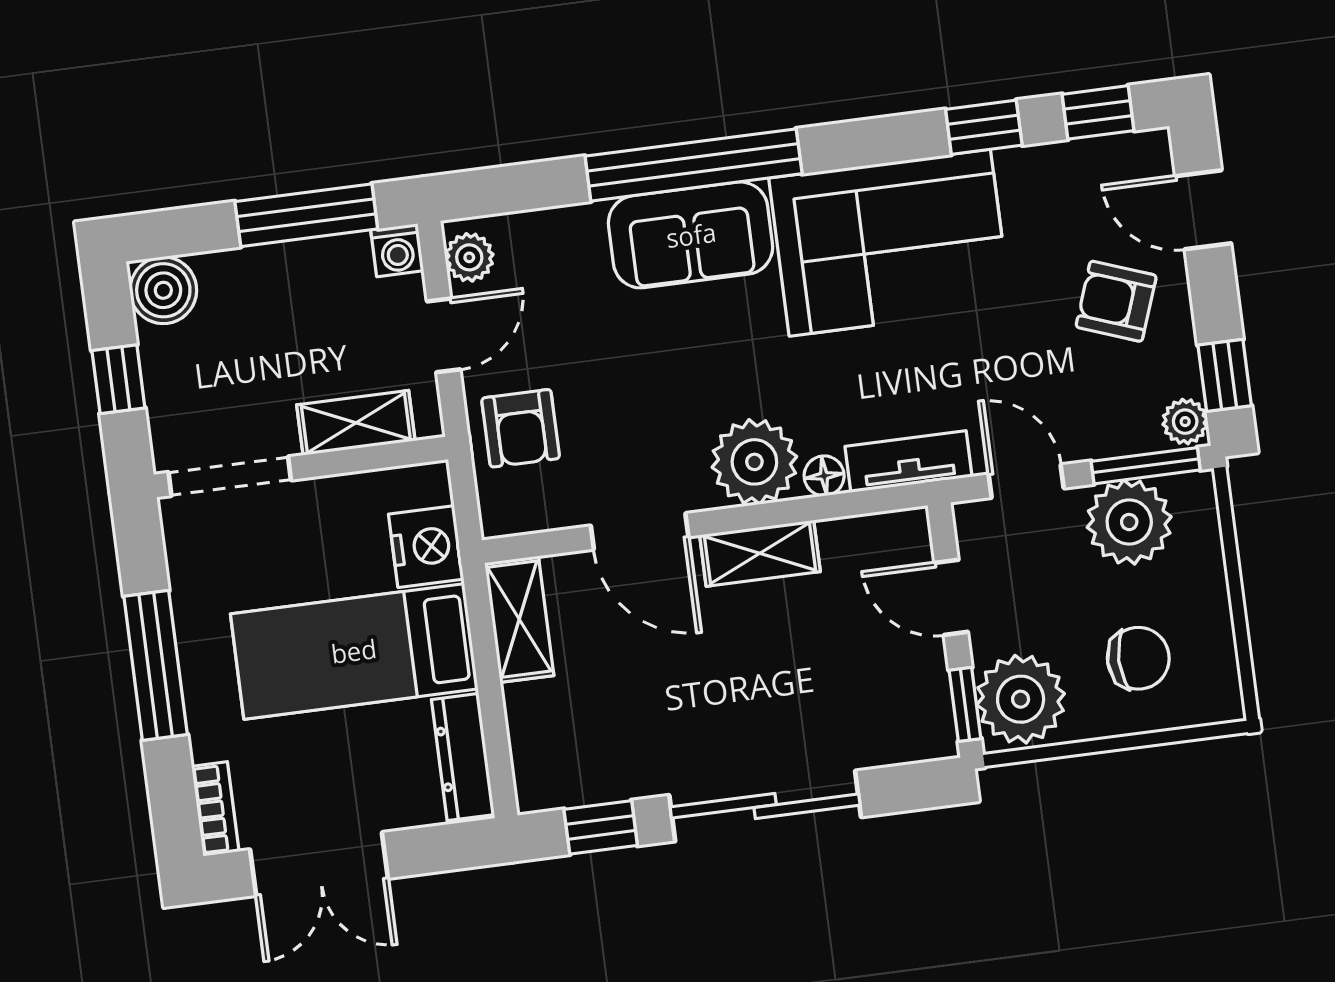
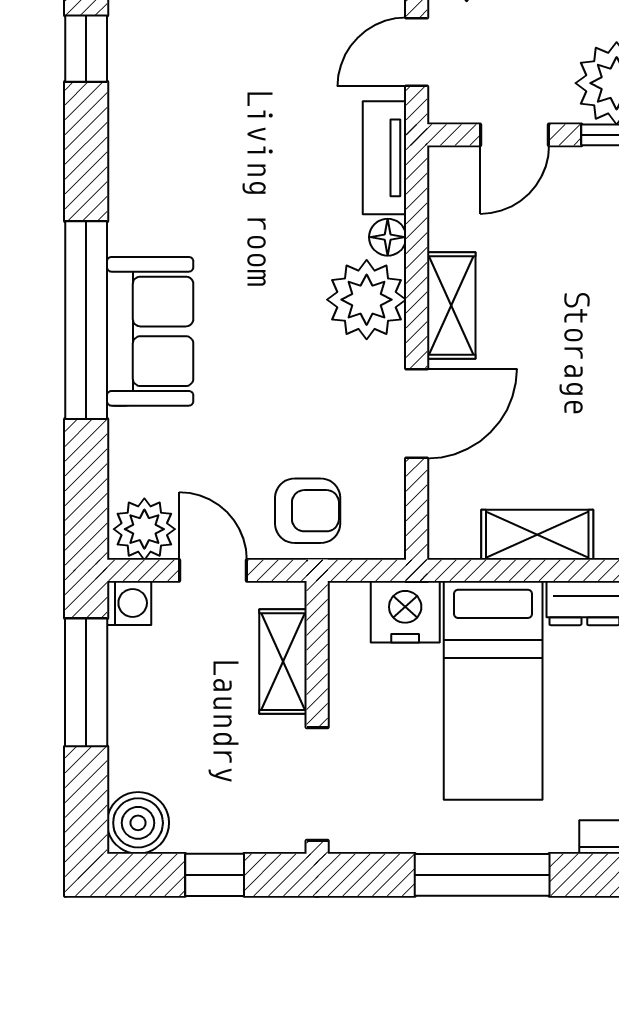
corner sofa: (890, 243) -> (181, 149), removed
plant: (469, 257) -> (144, 529), width x1.38, depth x1.38
shelving: (519, 619) -> (537, 535), moved

